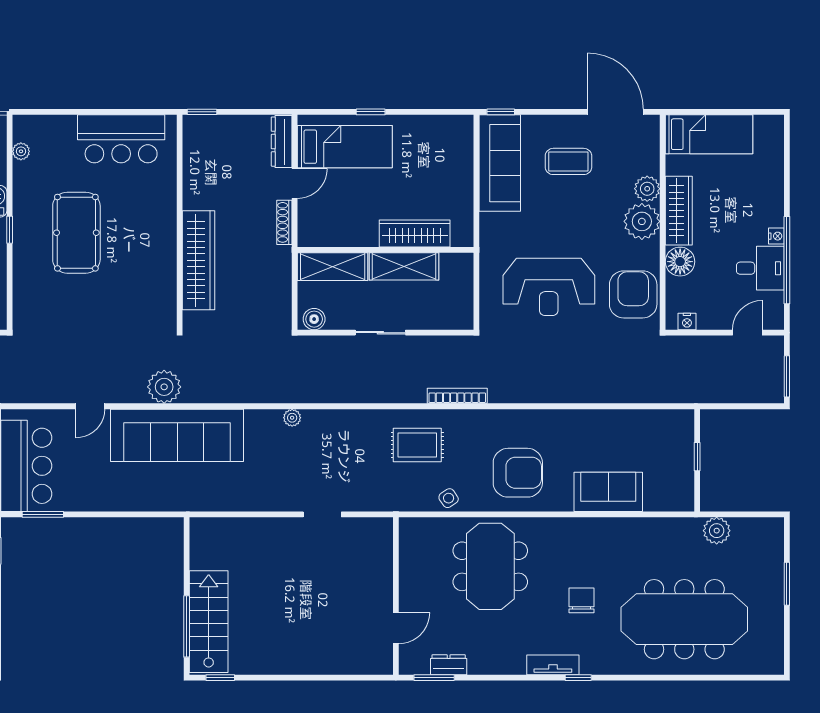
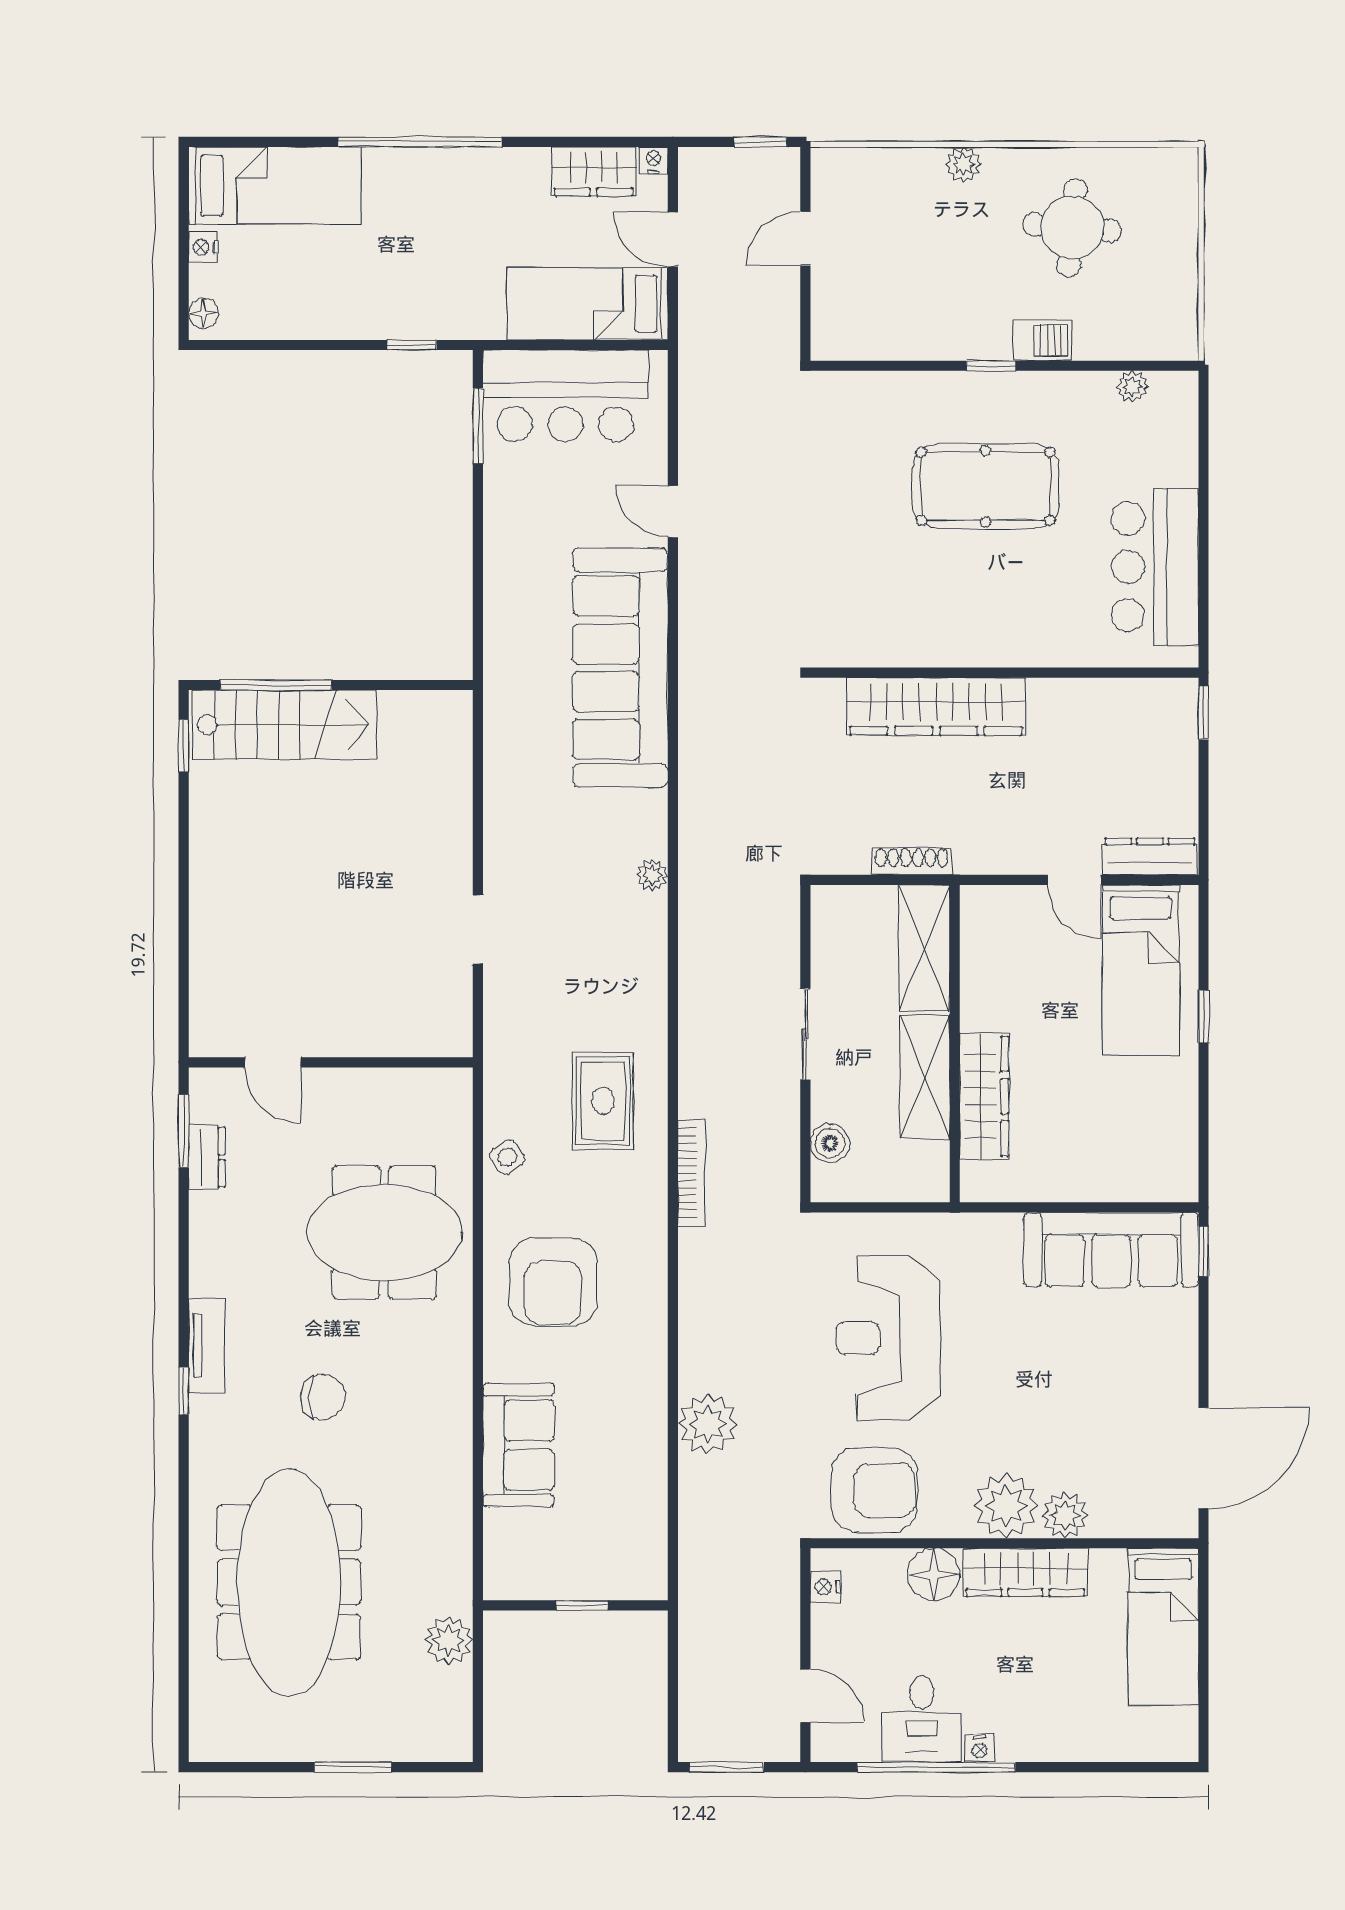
coffee table: (568, 161) -> (1114, 1373), removed
shoe rack: (284, 222) -> (912, 861), moved
boiler: (314, 319) -> (830, 1143), moved
plant: (164, 387) -> (708, 1424), moved

